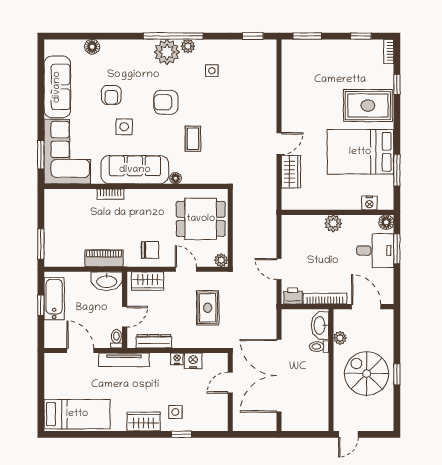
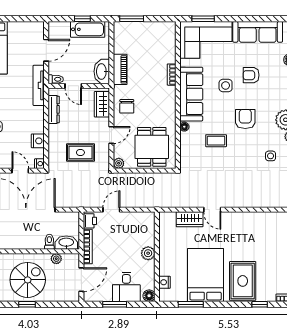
window: (397, 249) -> (115, 304), moved
nightstand: (177, 359) -> (39, 164), moved

